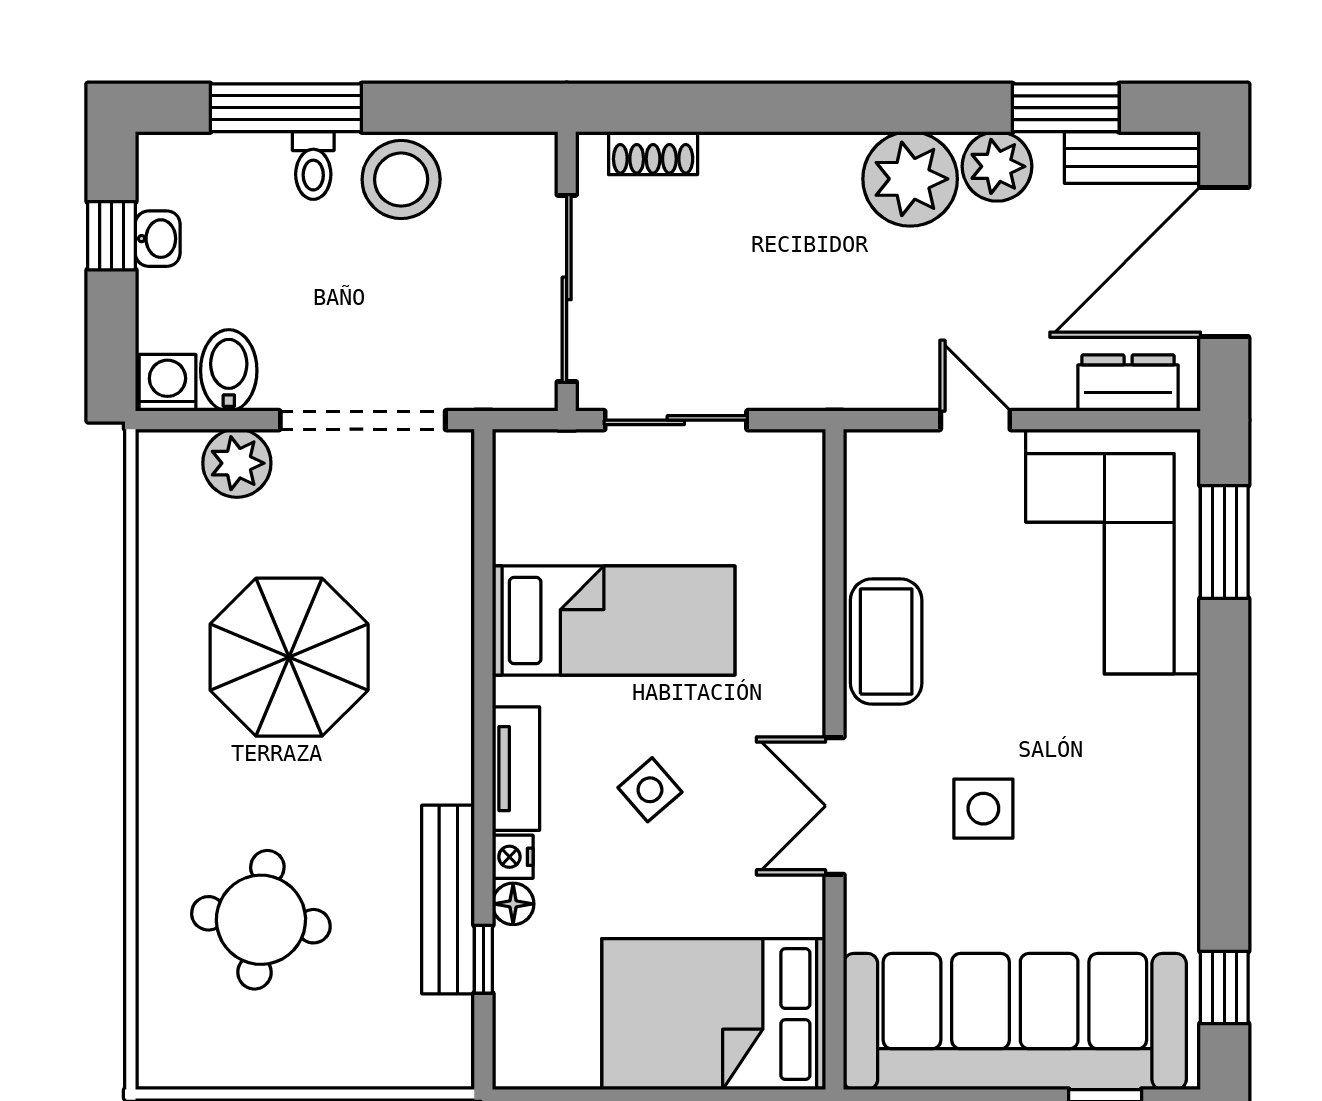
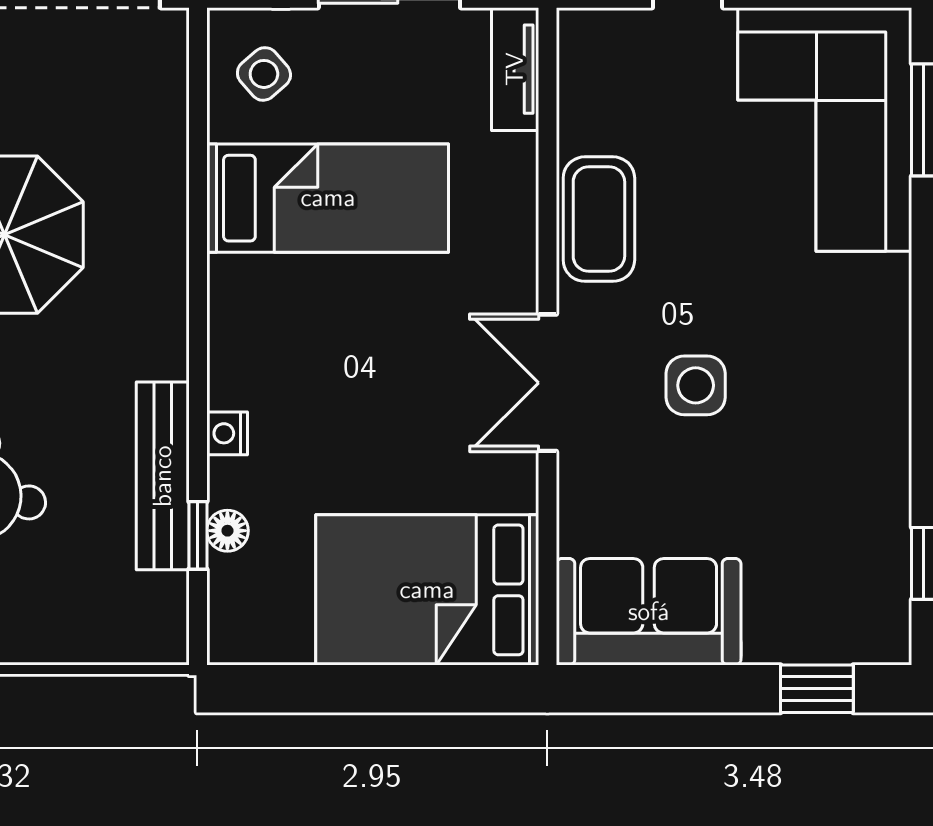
tv unit: (516, 769) -> (515, 69), moved, turned 180
side table: (650, 790) -> (264, 74), moved
floor lamp: (513, 904) -> (227, 531), moved
sofa: (1015, 1021) -> (649, 612), width x0.54, depth x0.79

